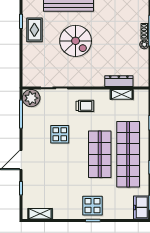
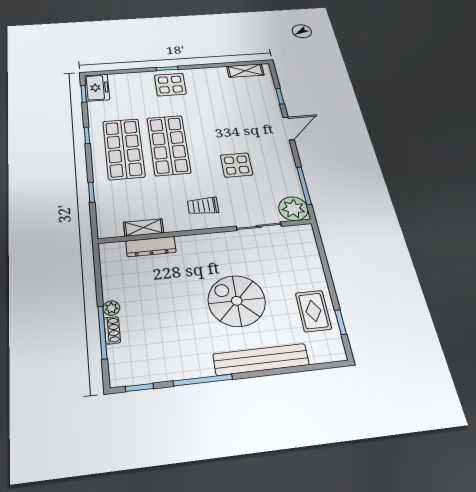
shop shelf: (128, 154) -> (124, 149), width x0.71

